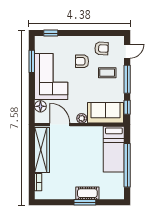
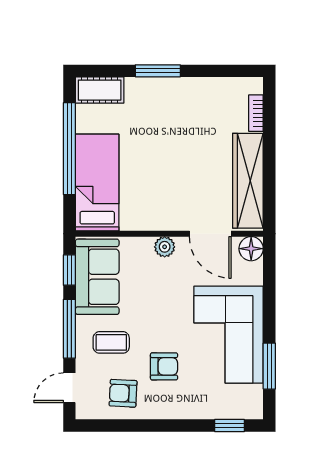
floor lamp: (40, 106) -> (251, 249), moved
sofa: (105, 113) -> (97, 277), moved, turned -90
cot: (87, 193) -> (100, 90), moved

